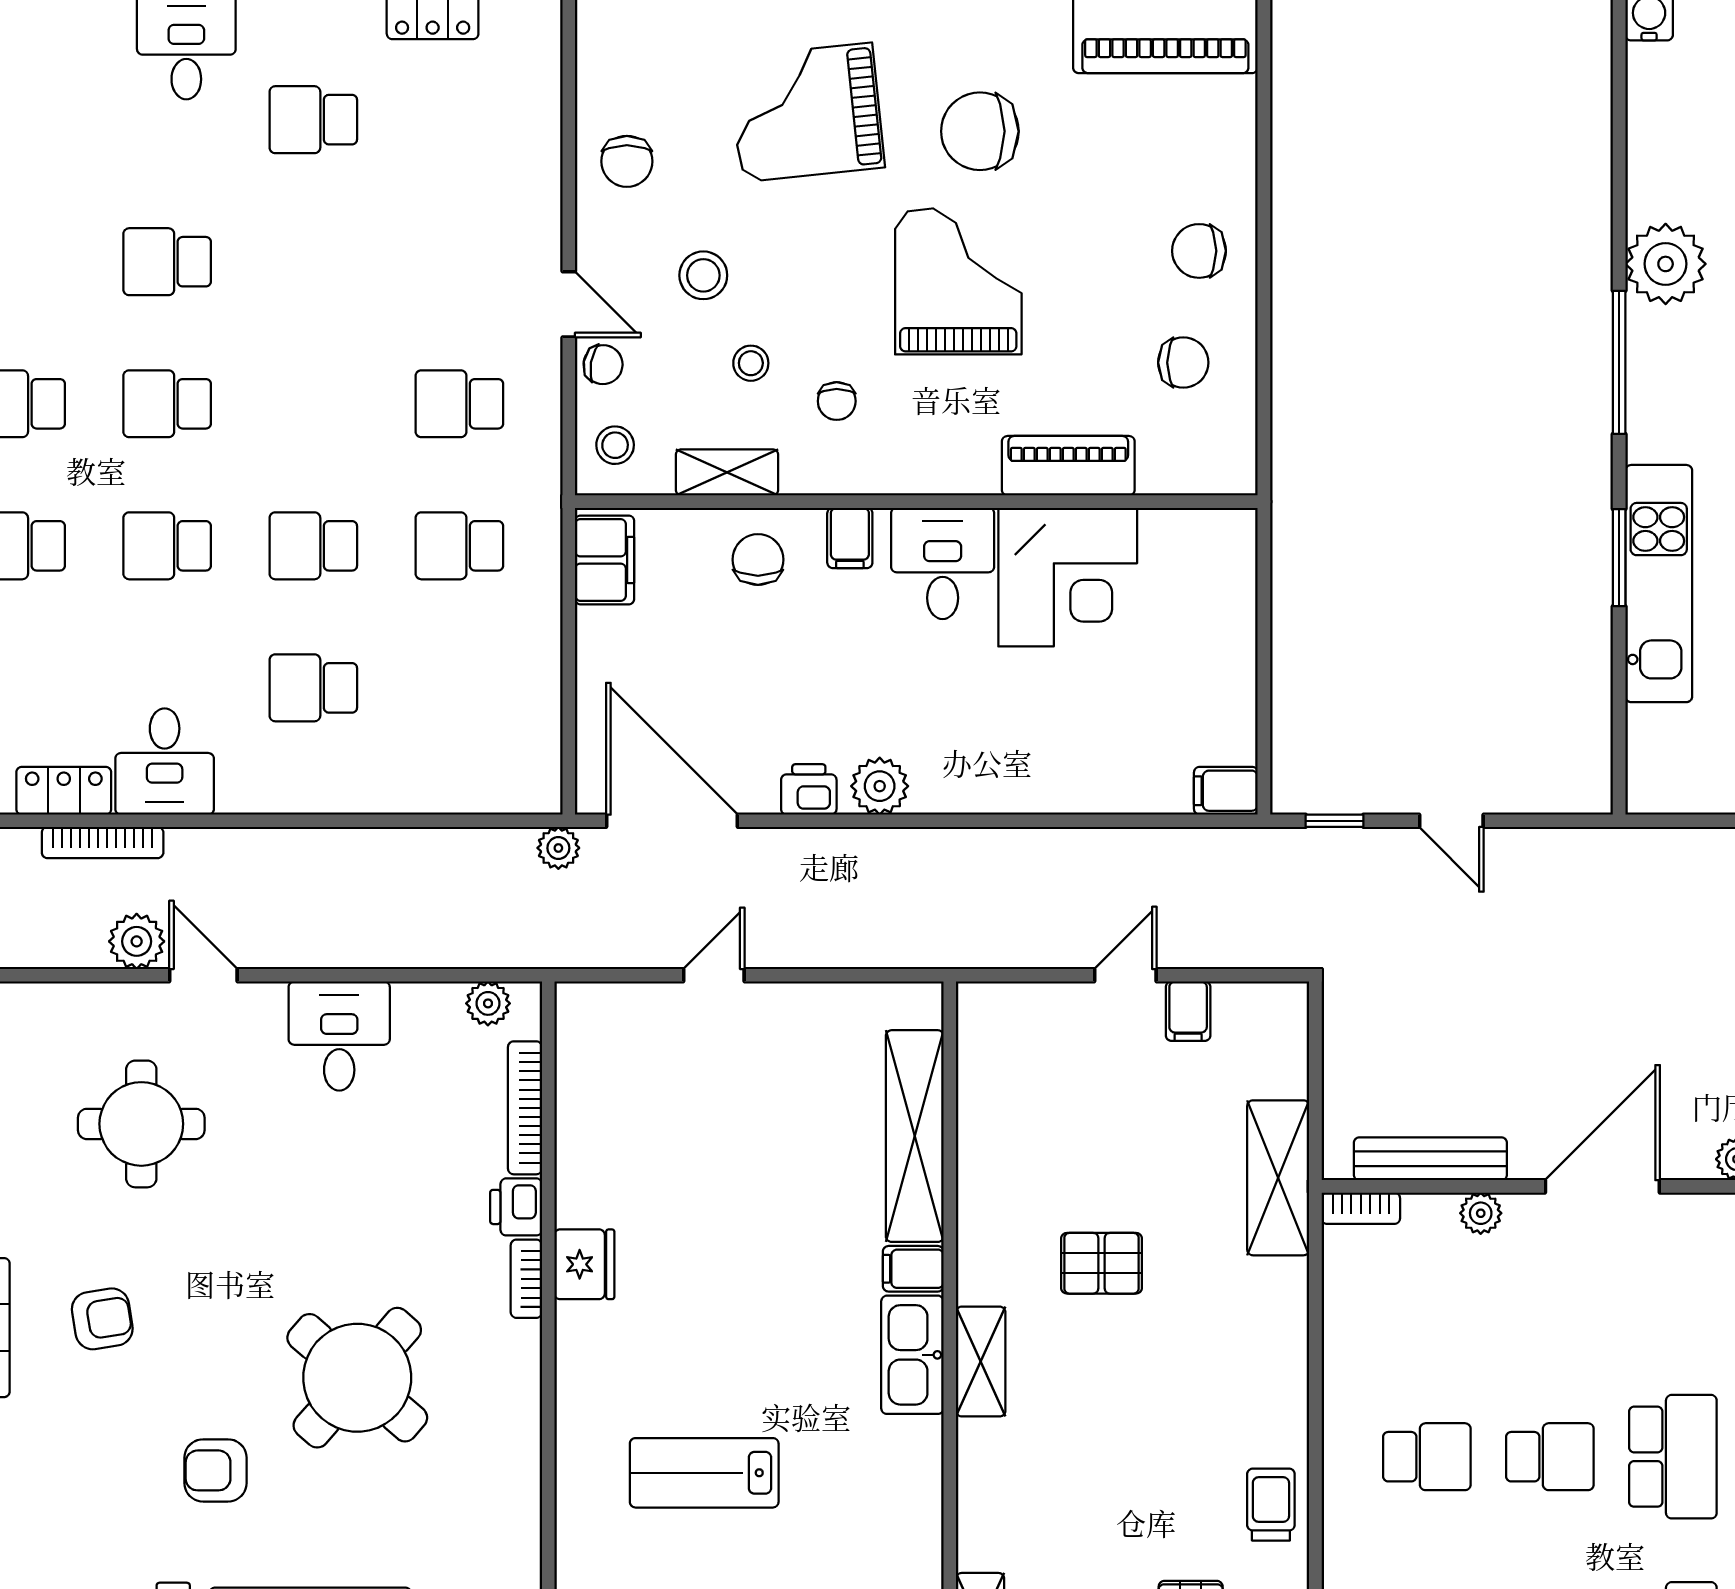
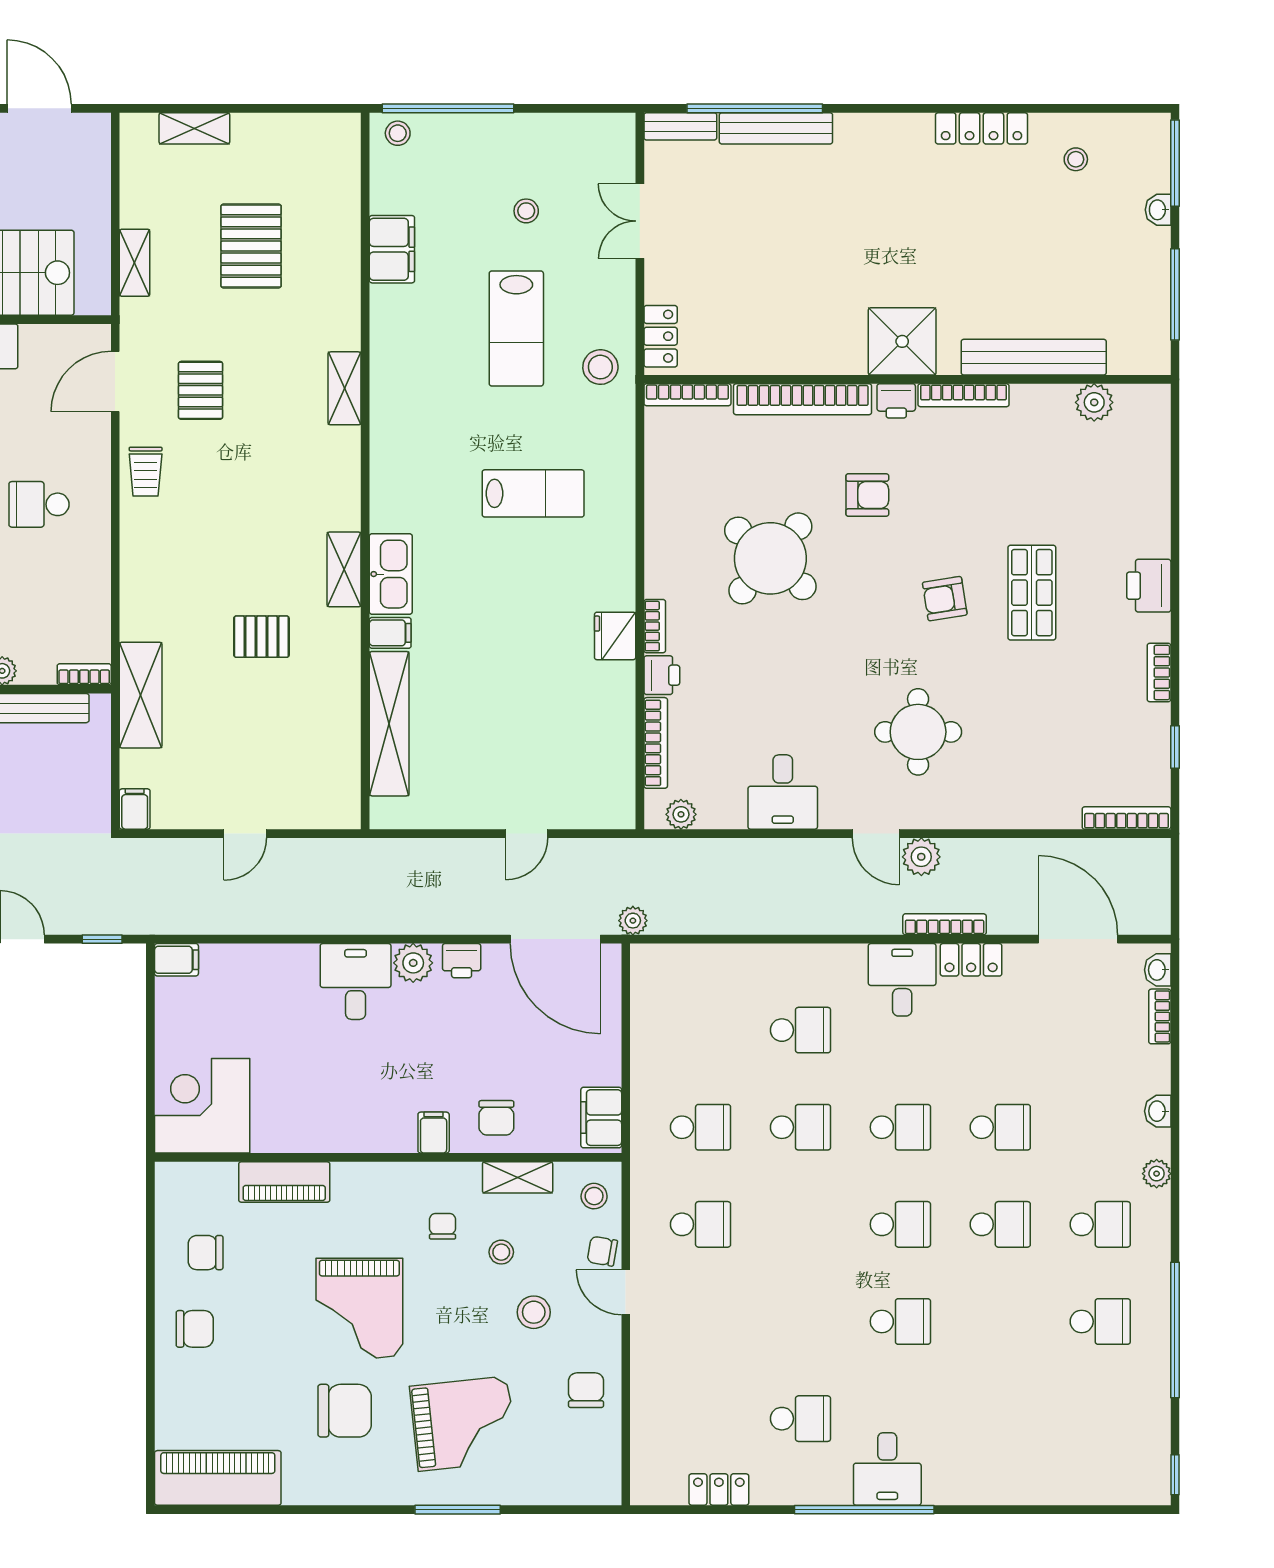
desk: (943, 563) -> (356, 981), moved, turned 180
corner desk: (1068, 577) -> (202, 1106), moved
filing cabinet: (1188, 1011) -> (135, 809), moved

